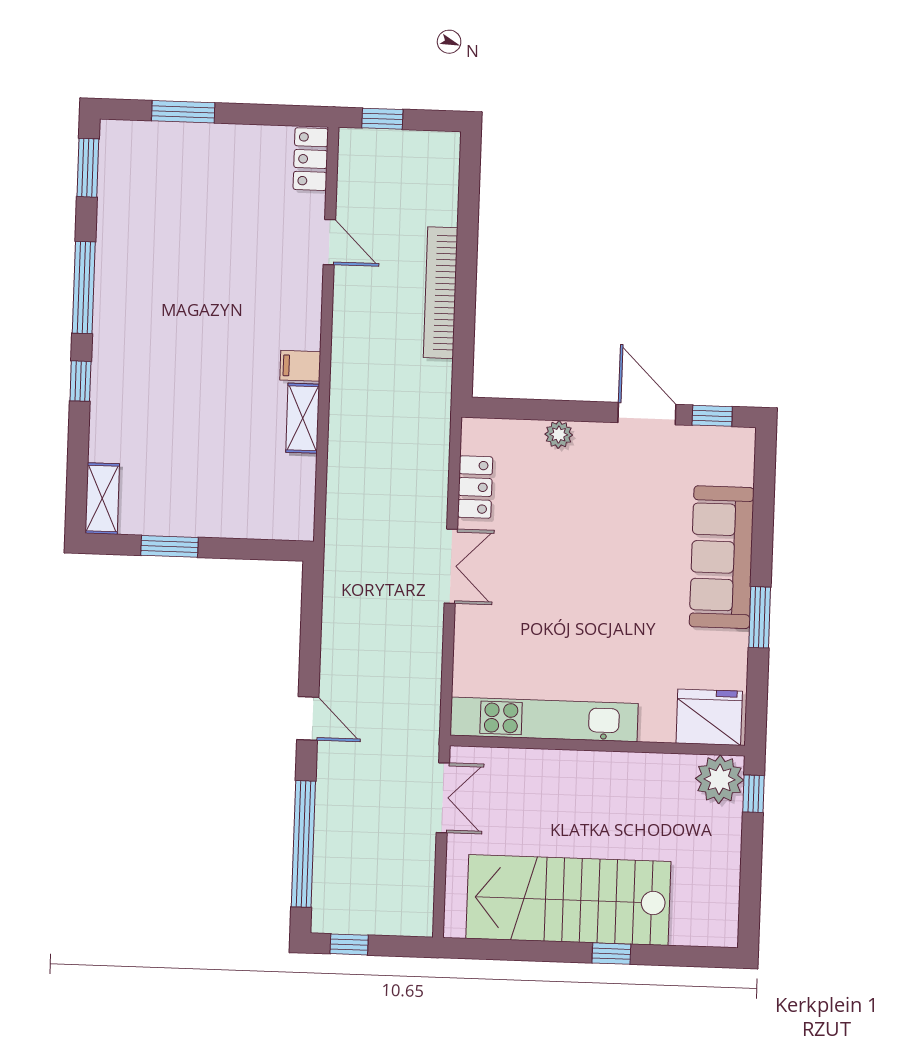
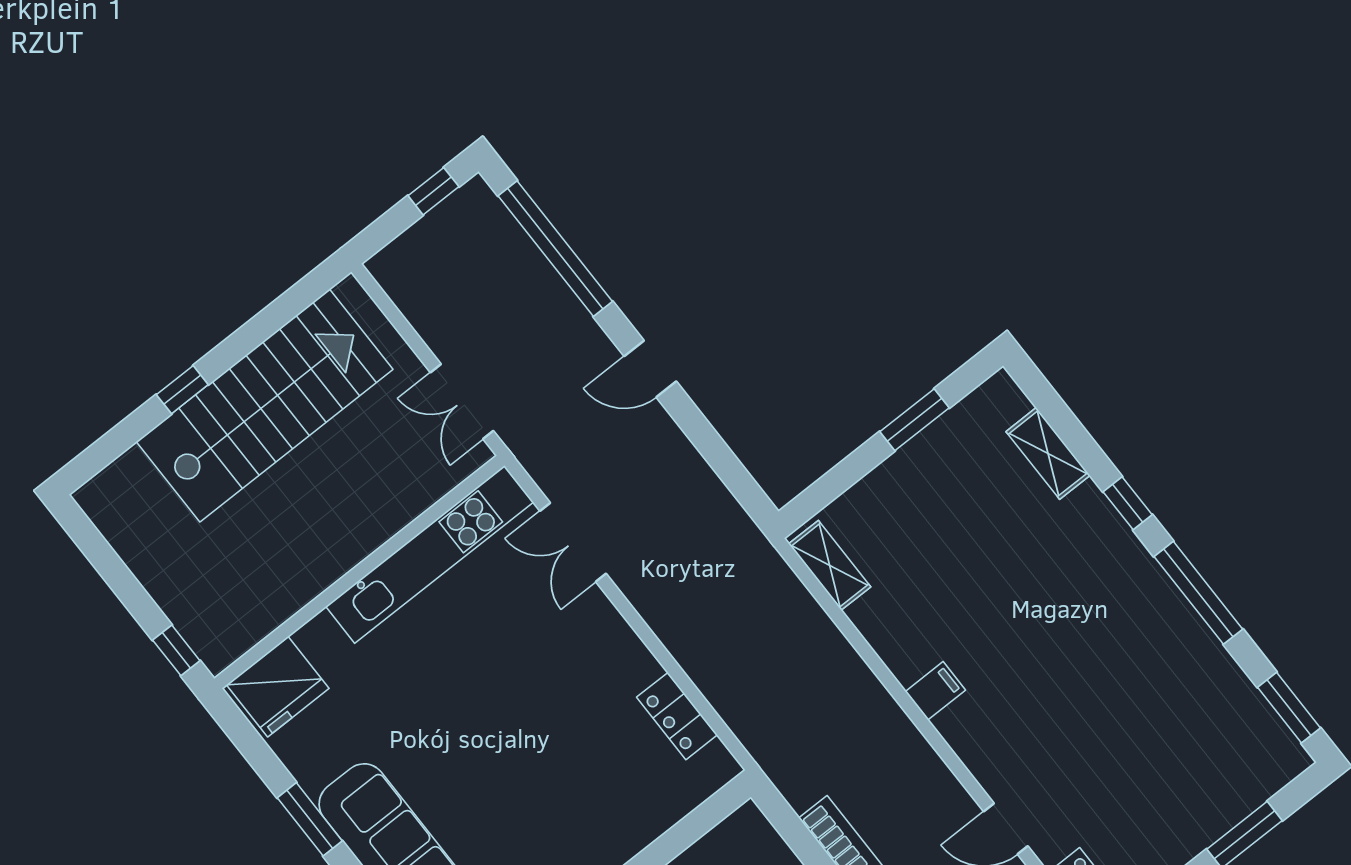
shelving: (303, 418) -> (830, 565), moved
plant: (559, 435) -> (641, 831), removed
shelving: (102, 499) -> (1048, 453), moved
double door: (451, 566) -> (573, 542), moved
plant: (719, 779) -> (219, 637), removed

